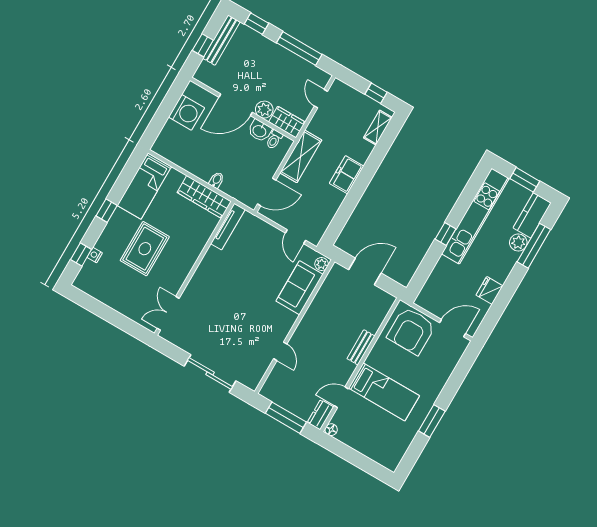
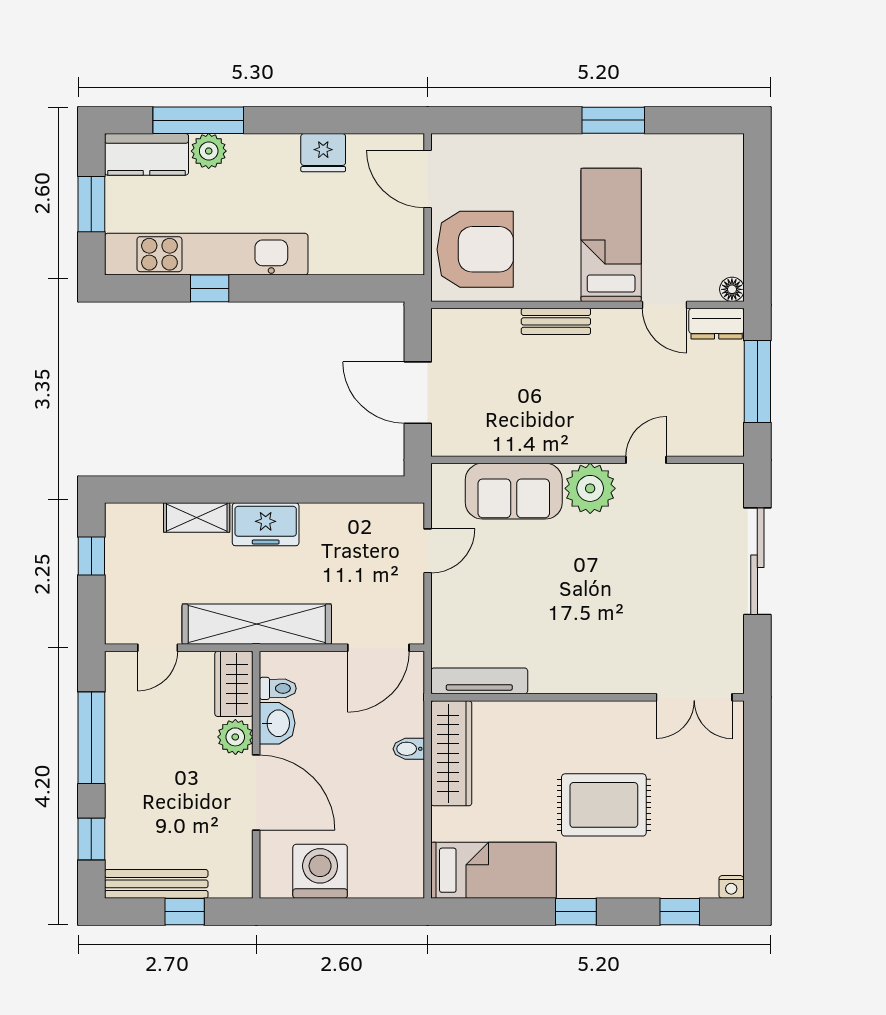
shelving: (378, 128) -> (197, 518), moved
shelving: (301, 156) -> (257, 624), width x1.47
door: (267, 192) -> (378, 648), swing flipped
window: (446, 234) -> (210, 288), moved
nightstand: (95, 255) -> (731, 887), moved
plant: (322, 264) -> (590, 488), moved, width x1.87, depth x1.87

